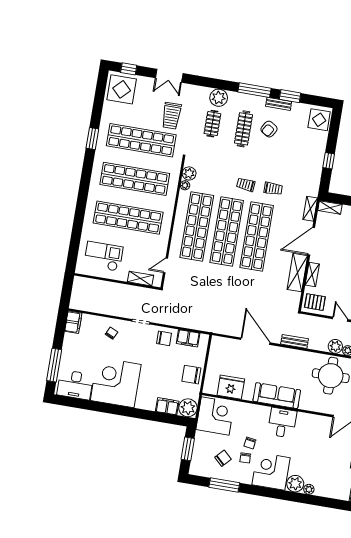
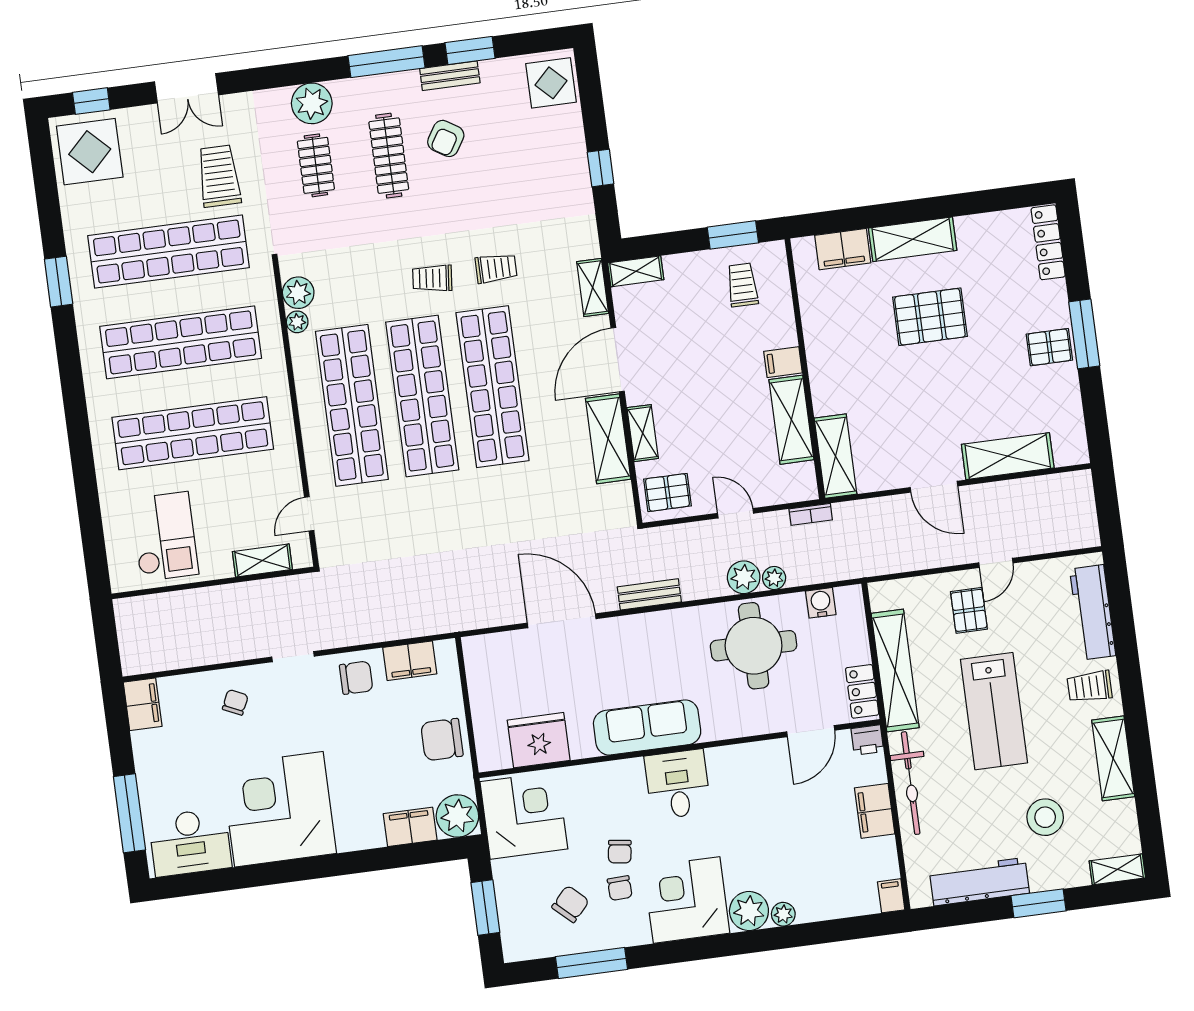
trolley: (171, 116) -> (219, 176), turned 180
checkout: (103, 256) -> (164, 536), turned 90

